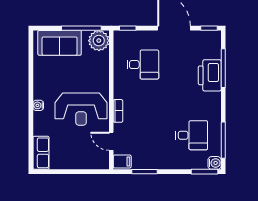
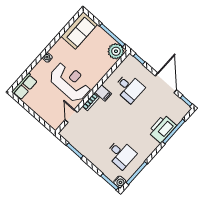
sofa: (60, 43) -> (79, 30), moved, turned -90
reception desk: (81, 109) -> (70, 82), turned 180
filing cabinet: (122, 161) -> (103, 93), moved

